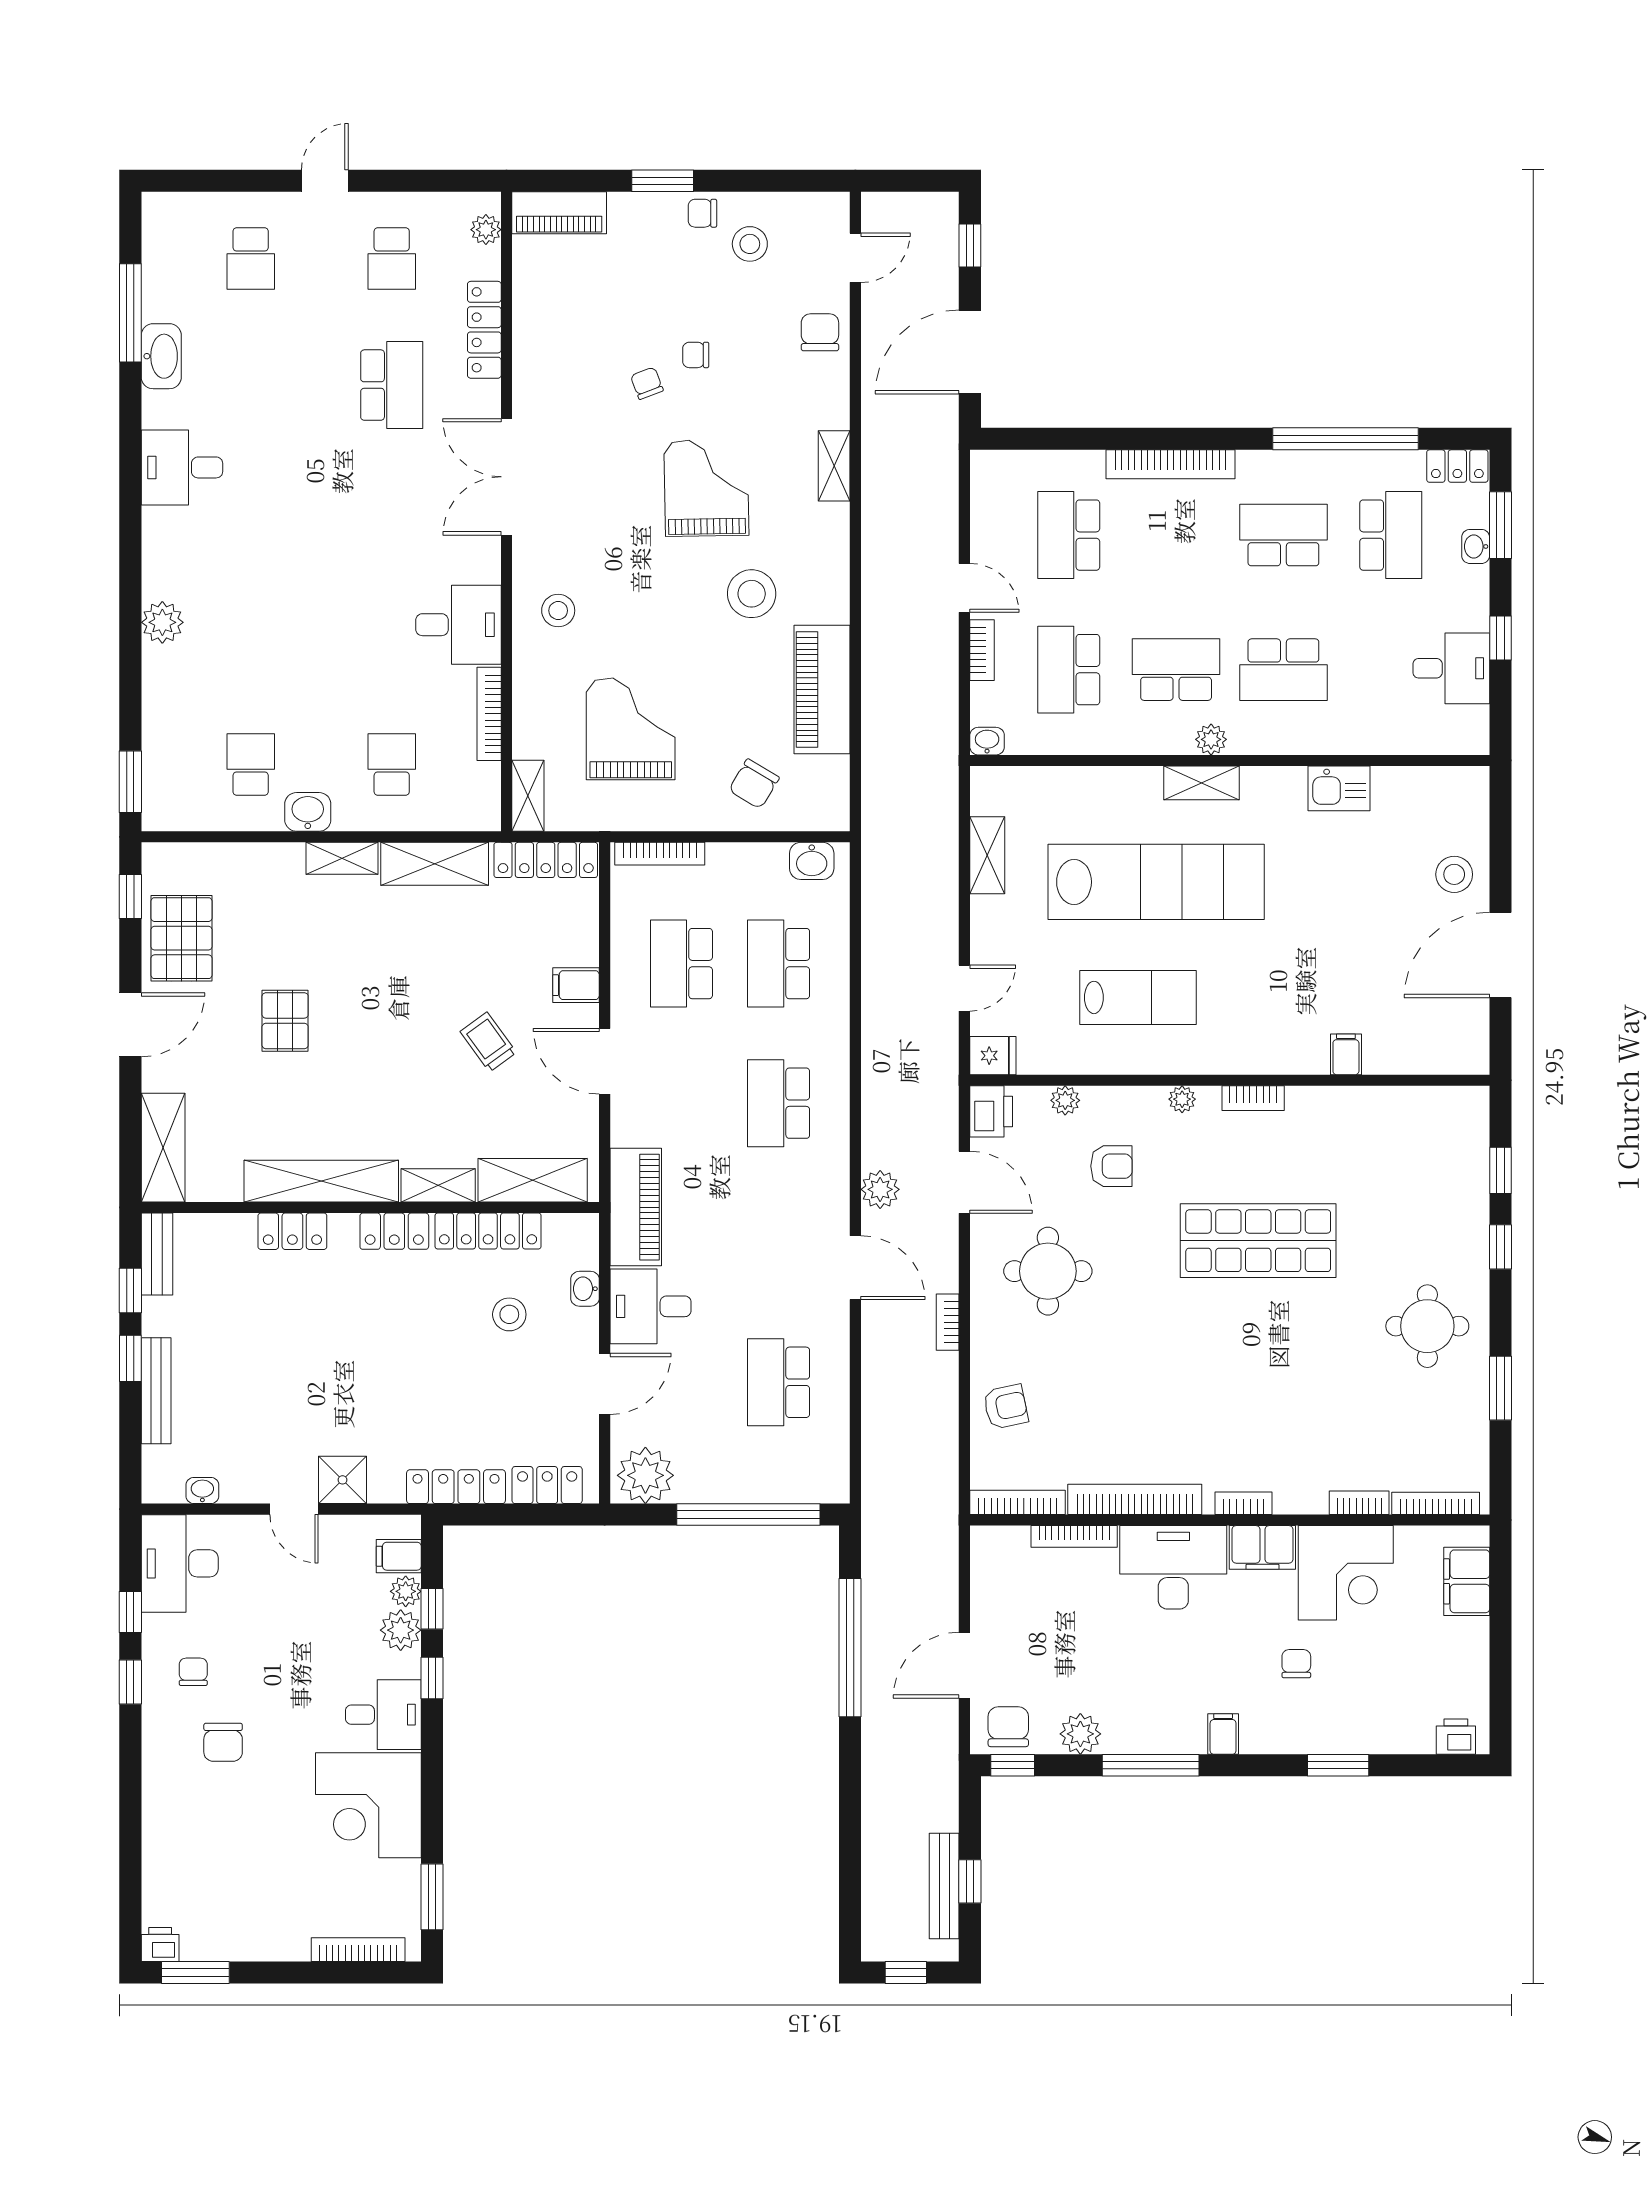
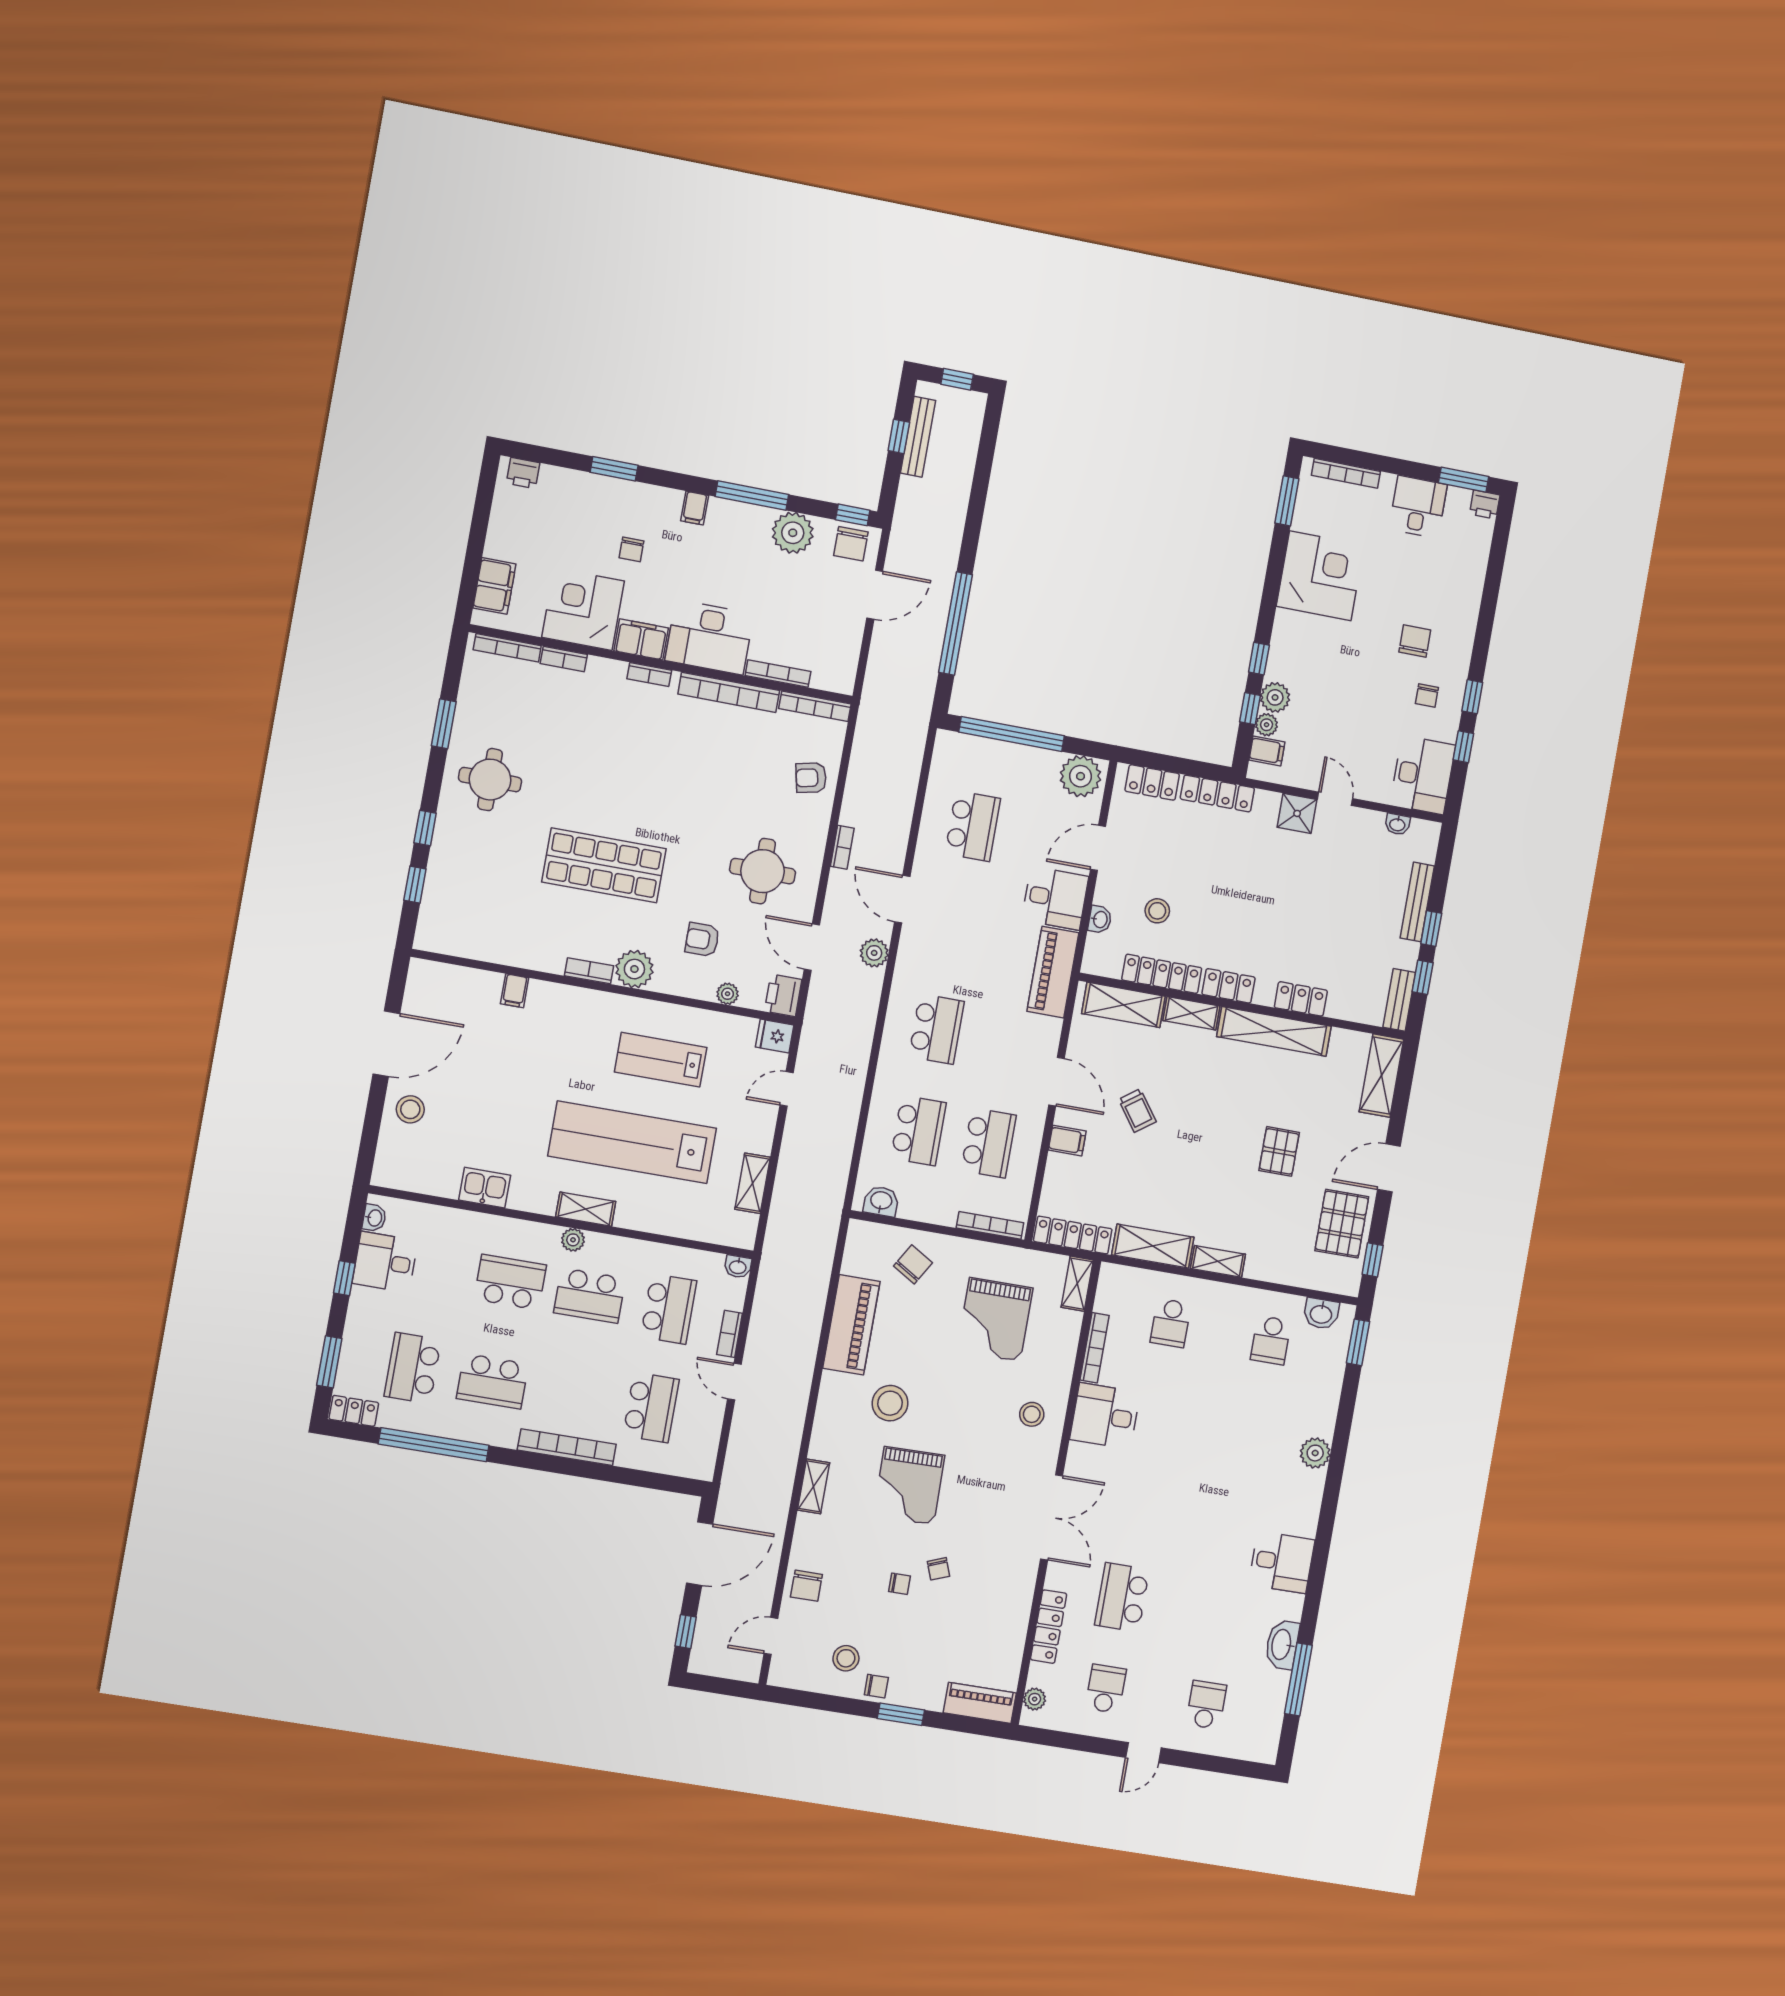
washbasin: (1476, 546) -> (374, 1218), moved
washbasin: (308, 812) -> (1321, 1314), moved
plant: (1182, 1099) -> (634, 969), width x1.87, depth x1.87
desk: (383, 1715) -> (1418, 507), moved, turned 90
plant: (1080, 1734) -> (793, 533), width x1.36, depth x1.36

